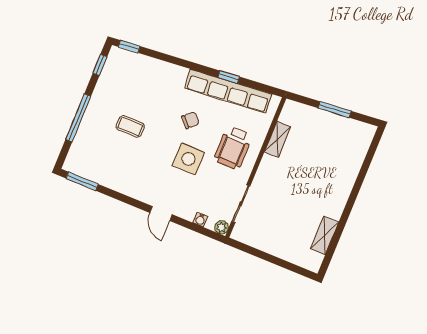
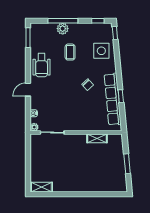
plant: (90, 123) -> (63, 29), added
wheelchair: (233, 148) -> (42, 65), moved, turned -90
side table: (188, 159) -> (101, 51), moved
shelving: (325, 235) -> (41, 187), moved

